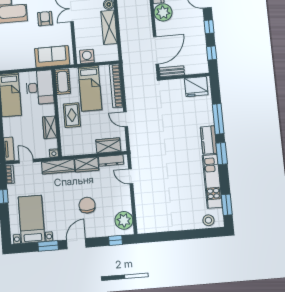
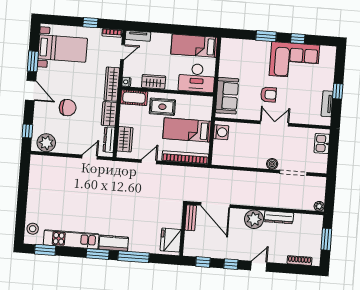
shelving: (109, 27) -> (248, 160), removed
cot: (63, 82) -> (134, 98), moved

